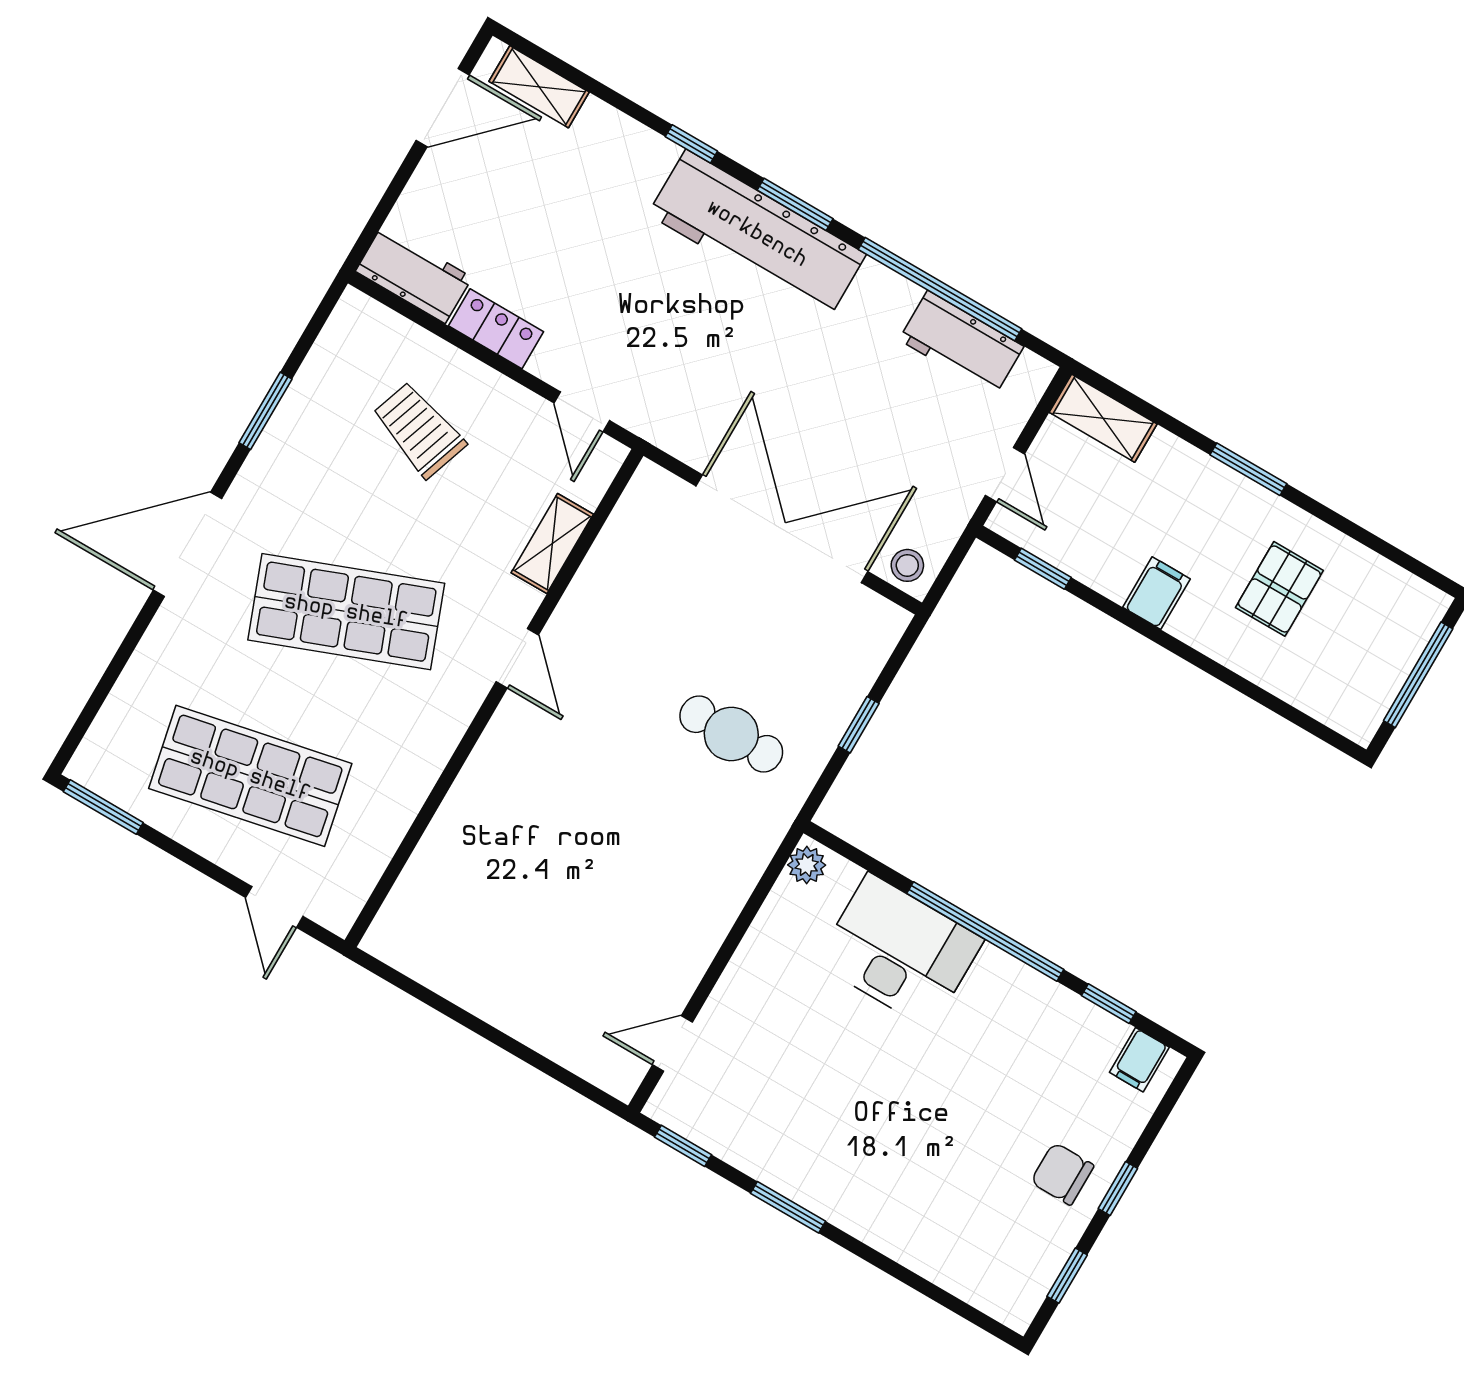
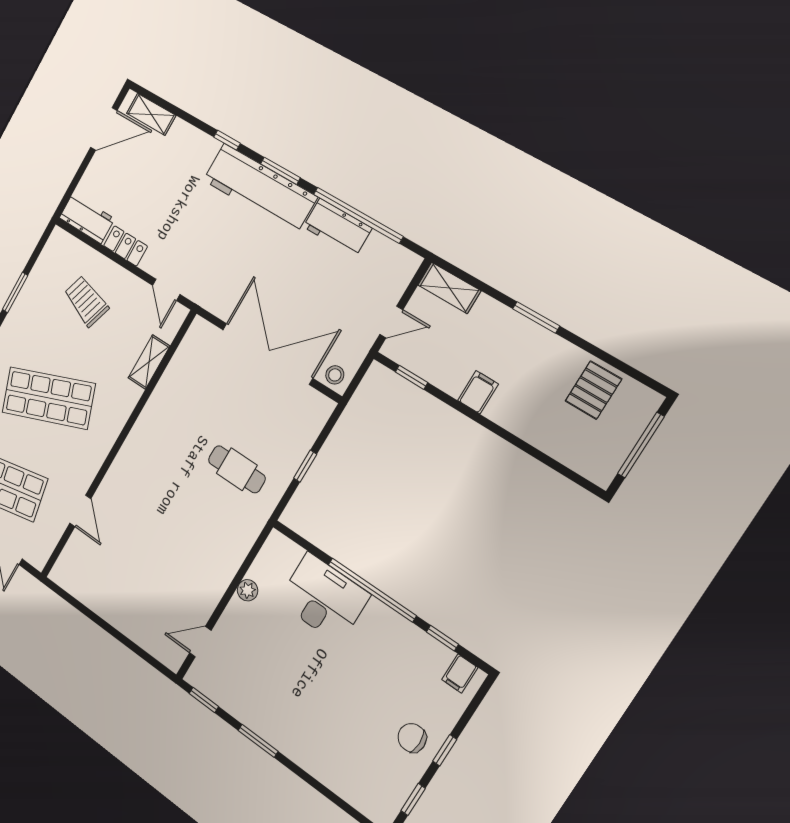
workbench: (961, 343) -> (337, 228), moved
door: (1005, 475) -> (391, 322), hinge flipped
pallet: (1279, 589) -> (593, 390), moved
door: (517, 658) -> (80, 511), moved
plant: (807, 865) -> (247, 590), moved

